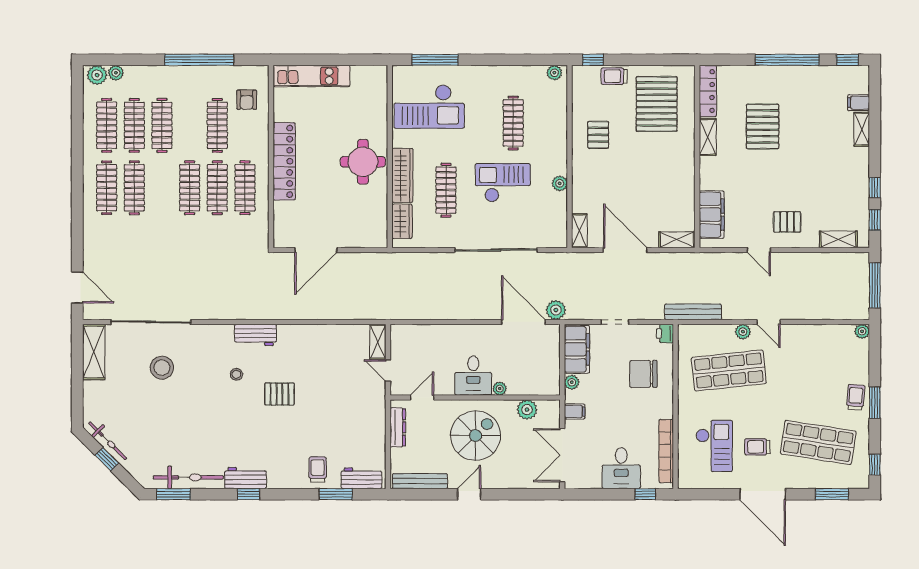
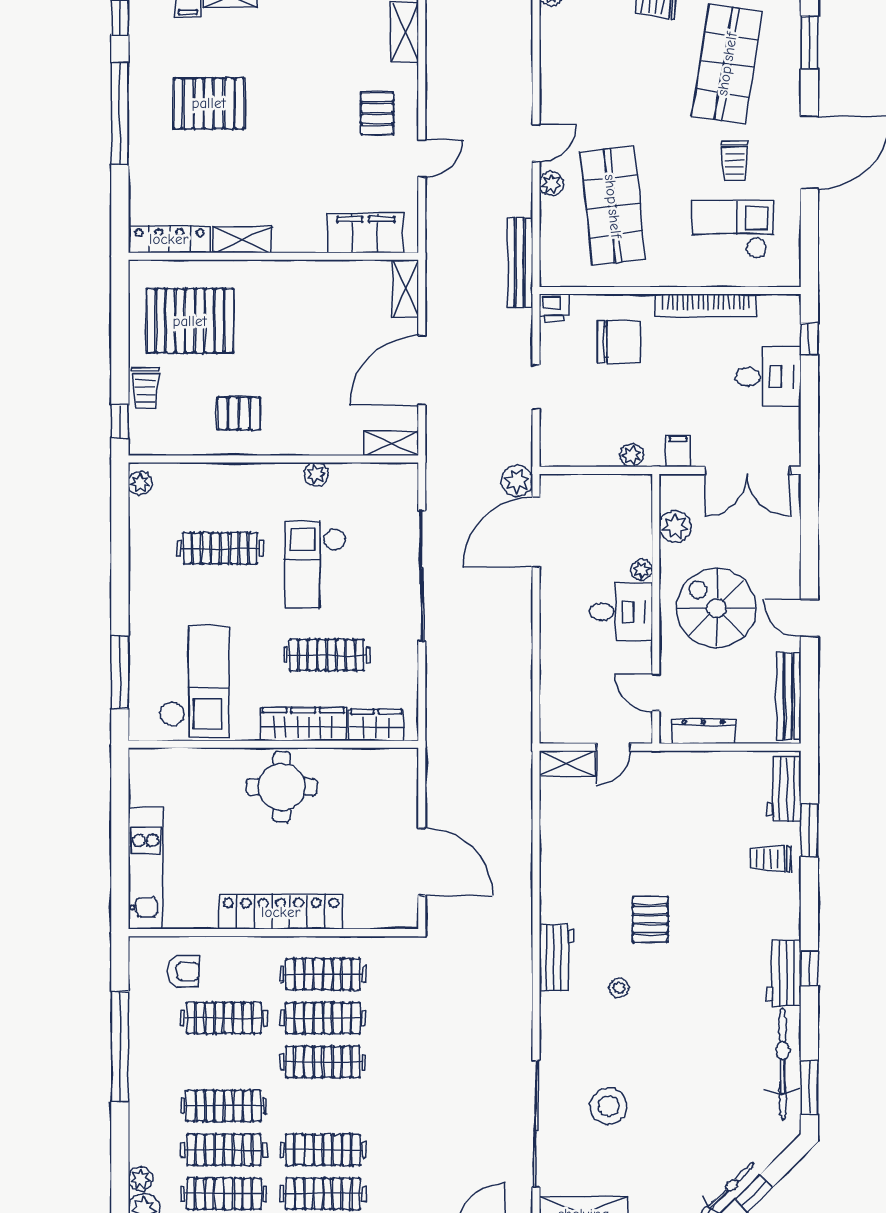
pallet: (763, 126) -> (209, 103), moved
filing cabinet: (577, 349) -> (579, 447), removed
chair: (643, 374) -> (619, 342), turned -90
bookcase: (666, 451) -> (706, 305), moved

